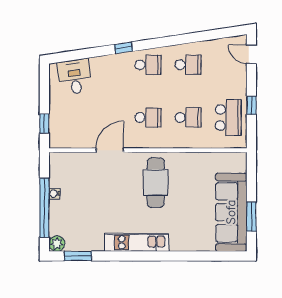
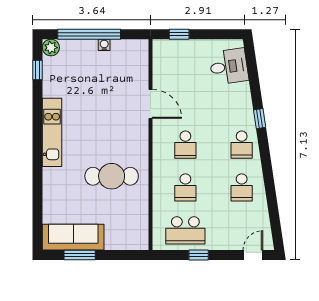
cafe table: (156, 183) -> (112, 176), moved
sofa: (231, 212) -> (73, 237), width x0.74, depth x0.79
window: (78, 256) -> (38, 70), width x0.67

